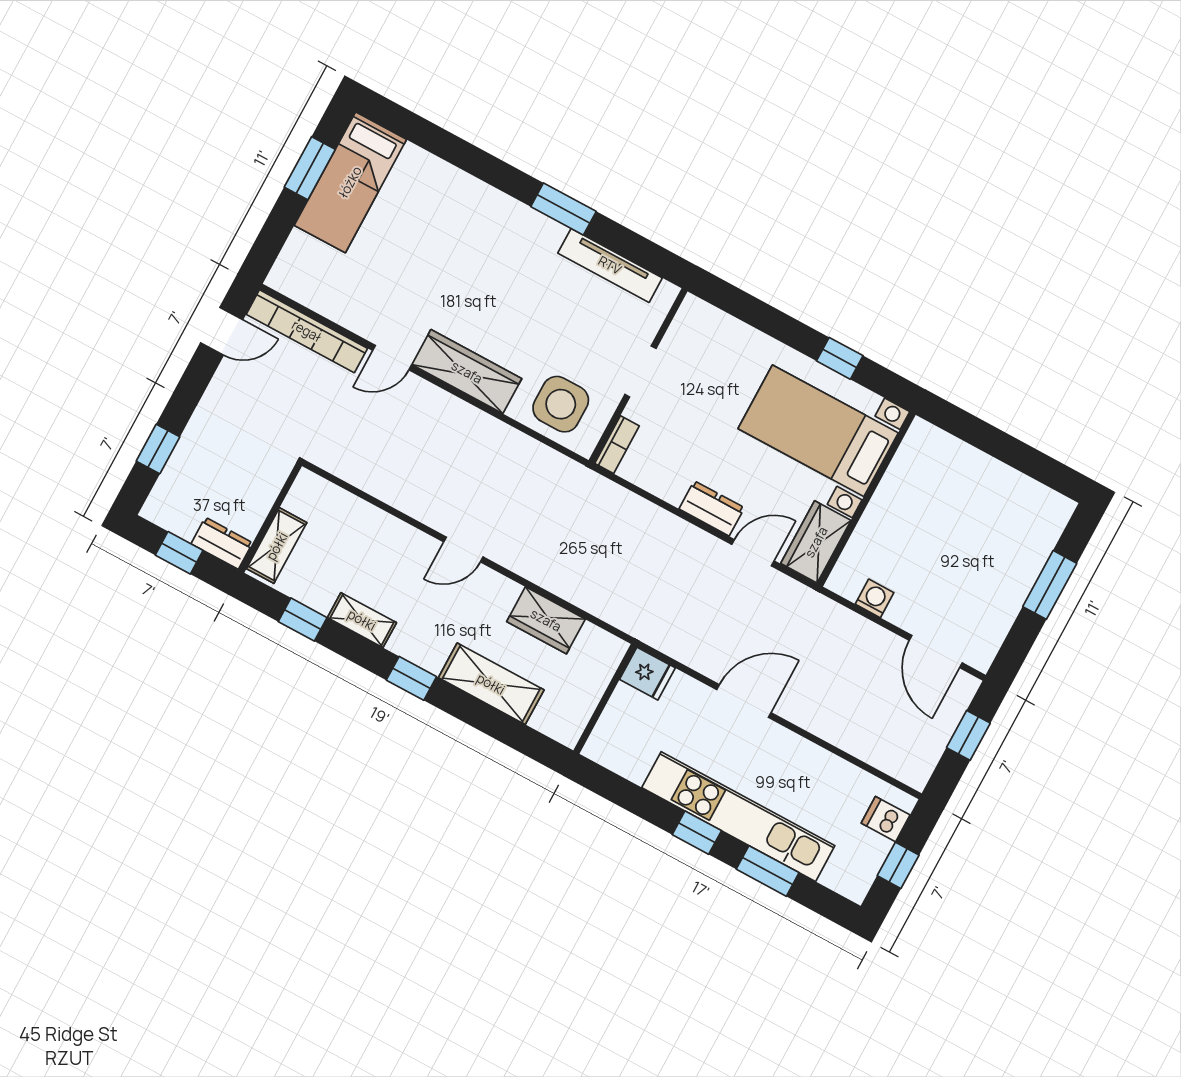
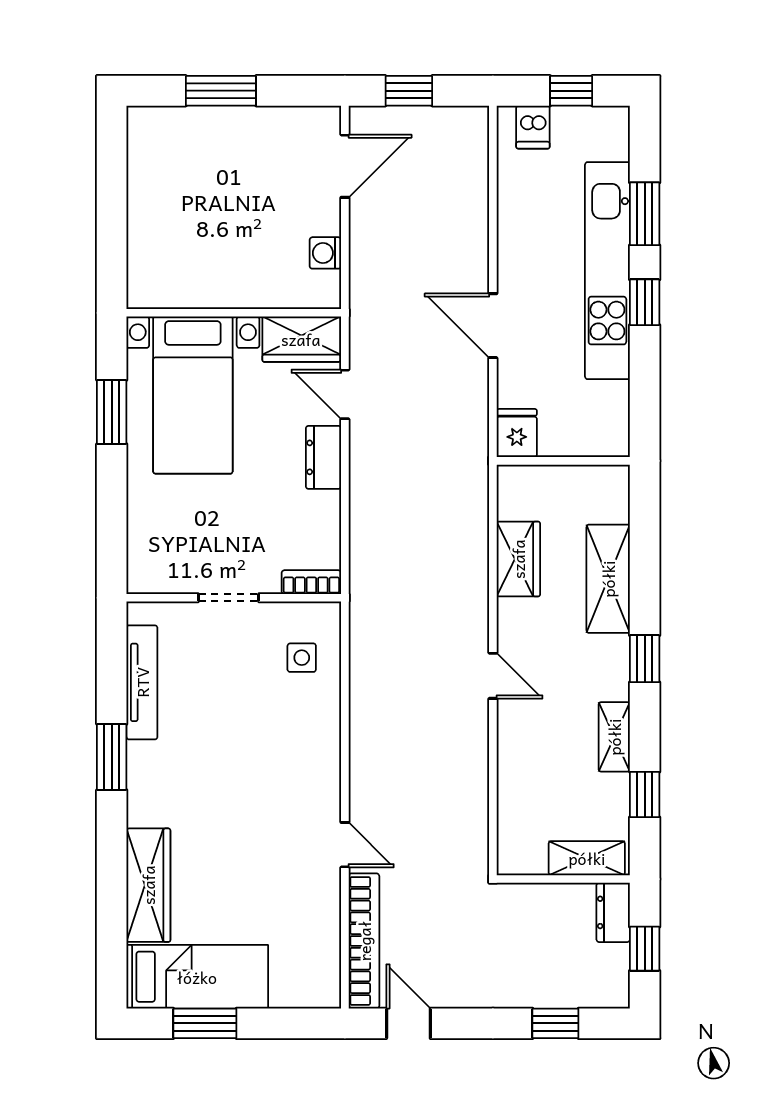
window: (840, 358) -> (112, 412), width x1.50
wardrobe: (467, 372) -> (148, 885), moved, turned 180
side table: (561, 404) -> (302, 658), width x0.54, depth x0.54

